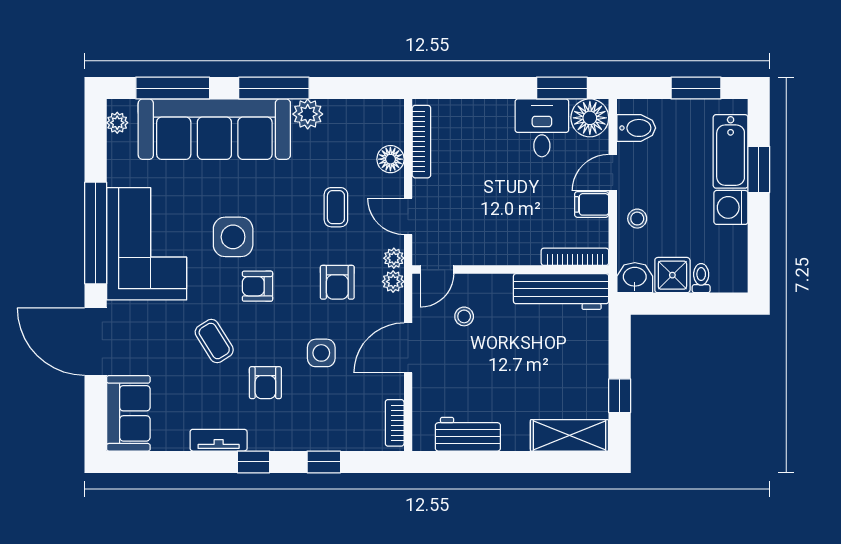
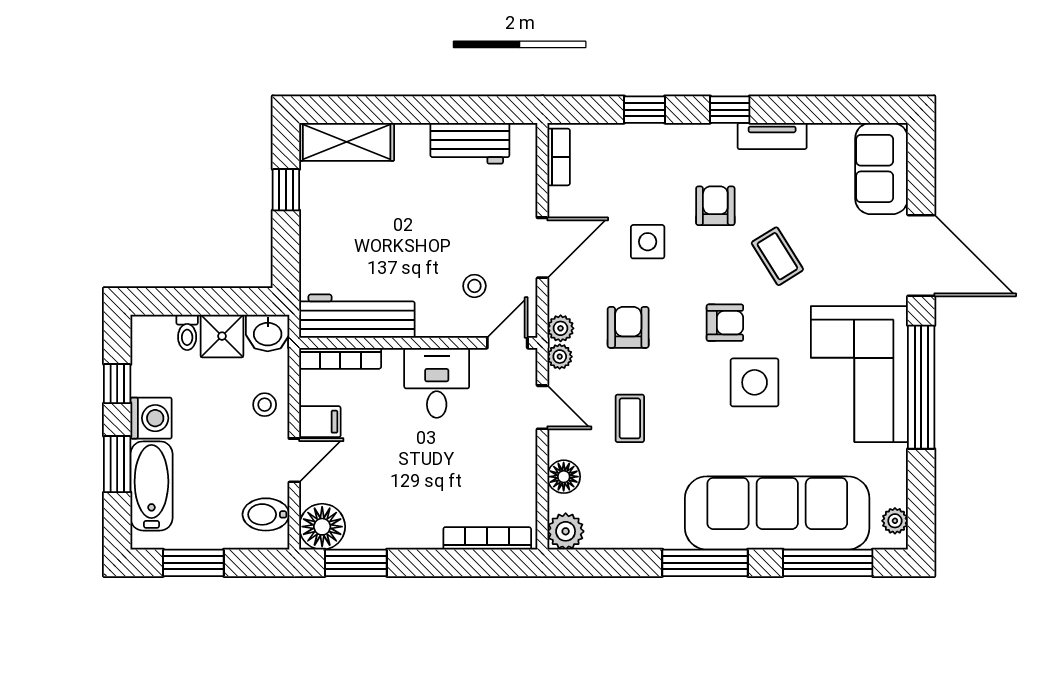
plant: (308, 114) -> (566, 531), moved
desk: (542, 128) -> (437, 383), moved, turned 180
bookcase: (421, 142) -> (487, 538), moved, turned 90
window: (759, 236) -> (117, 384), added

